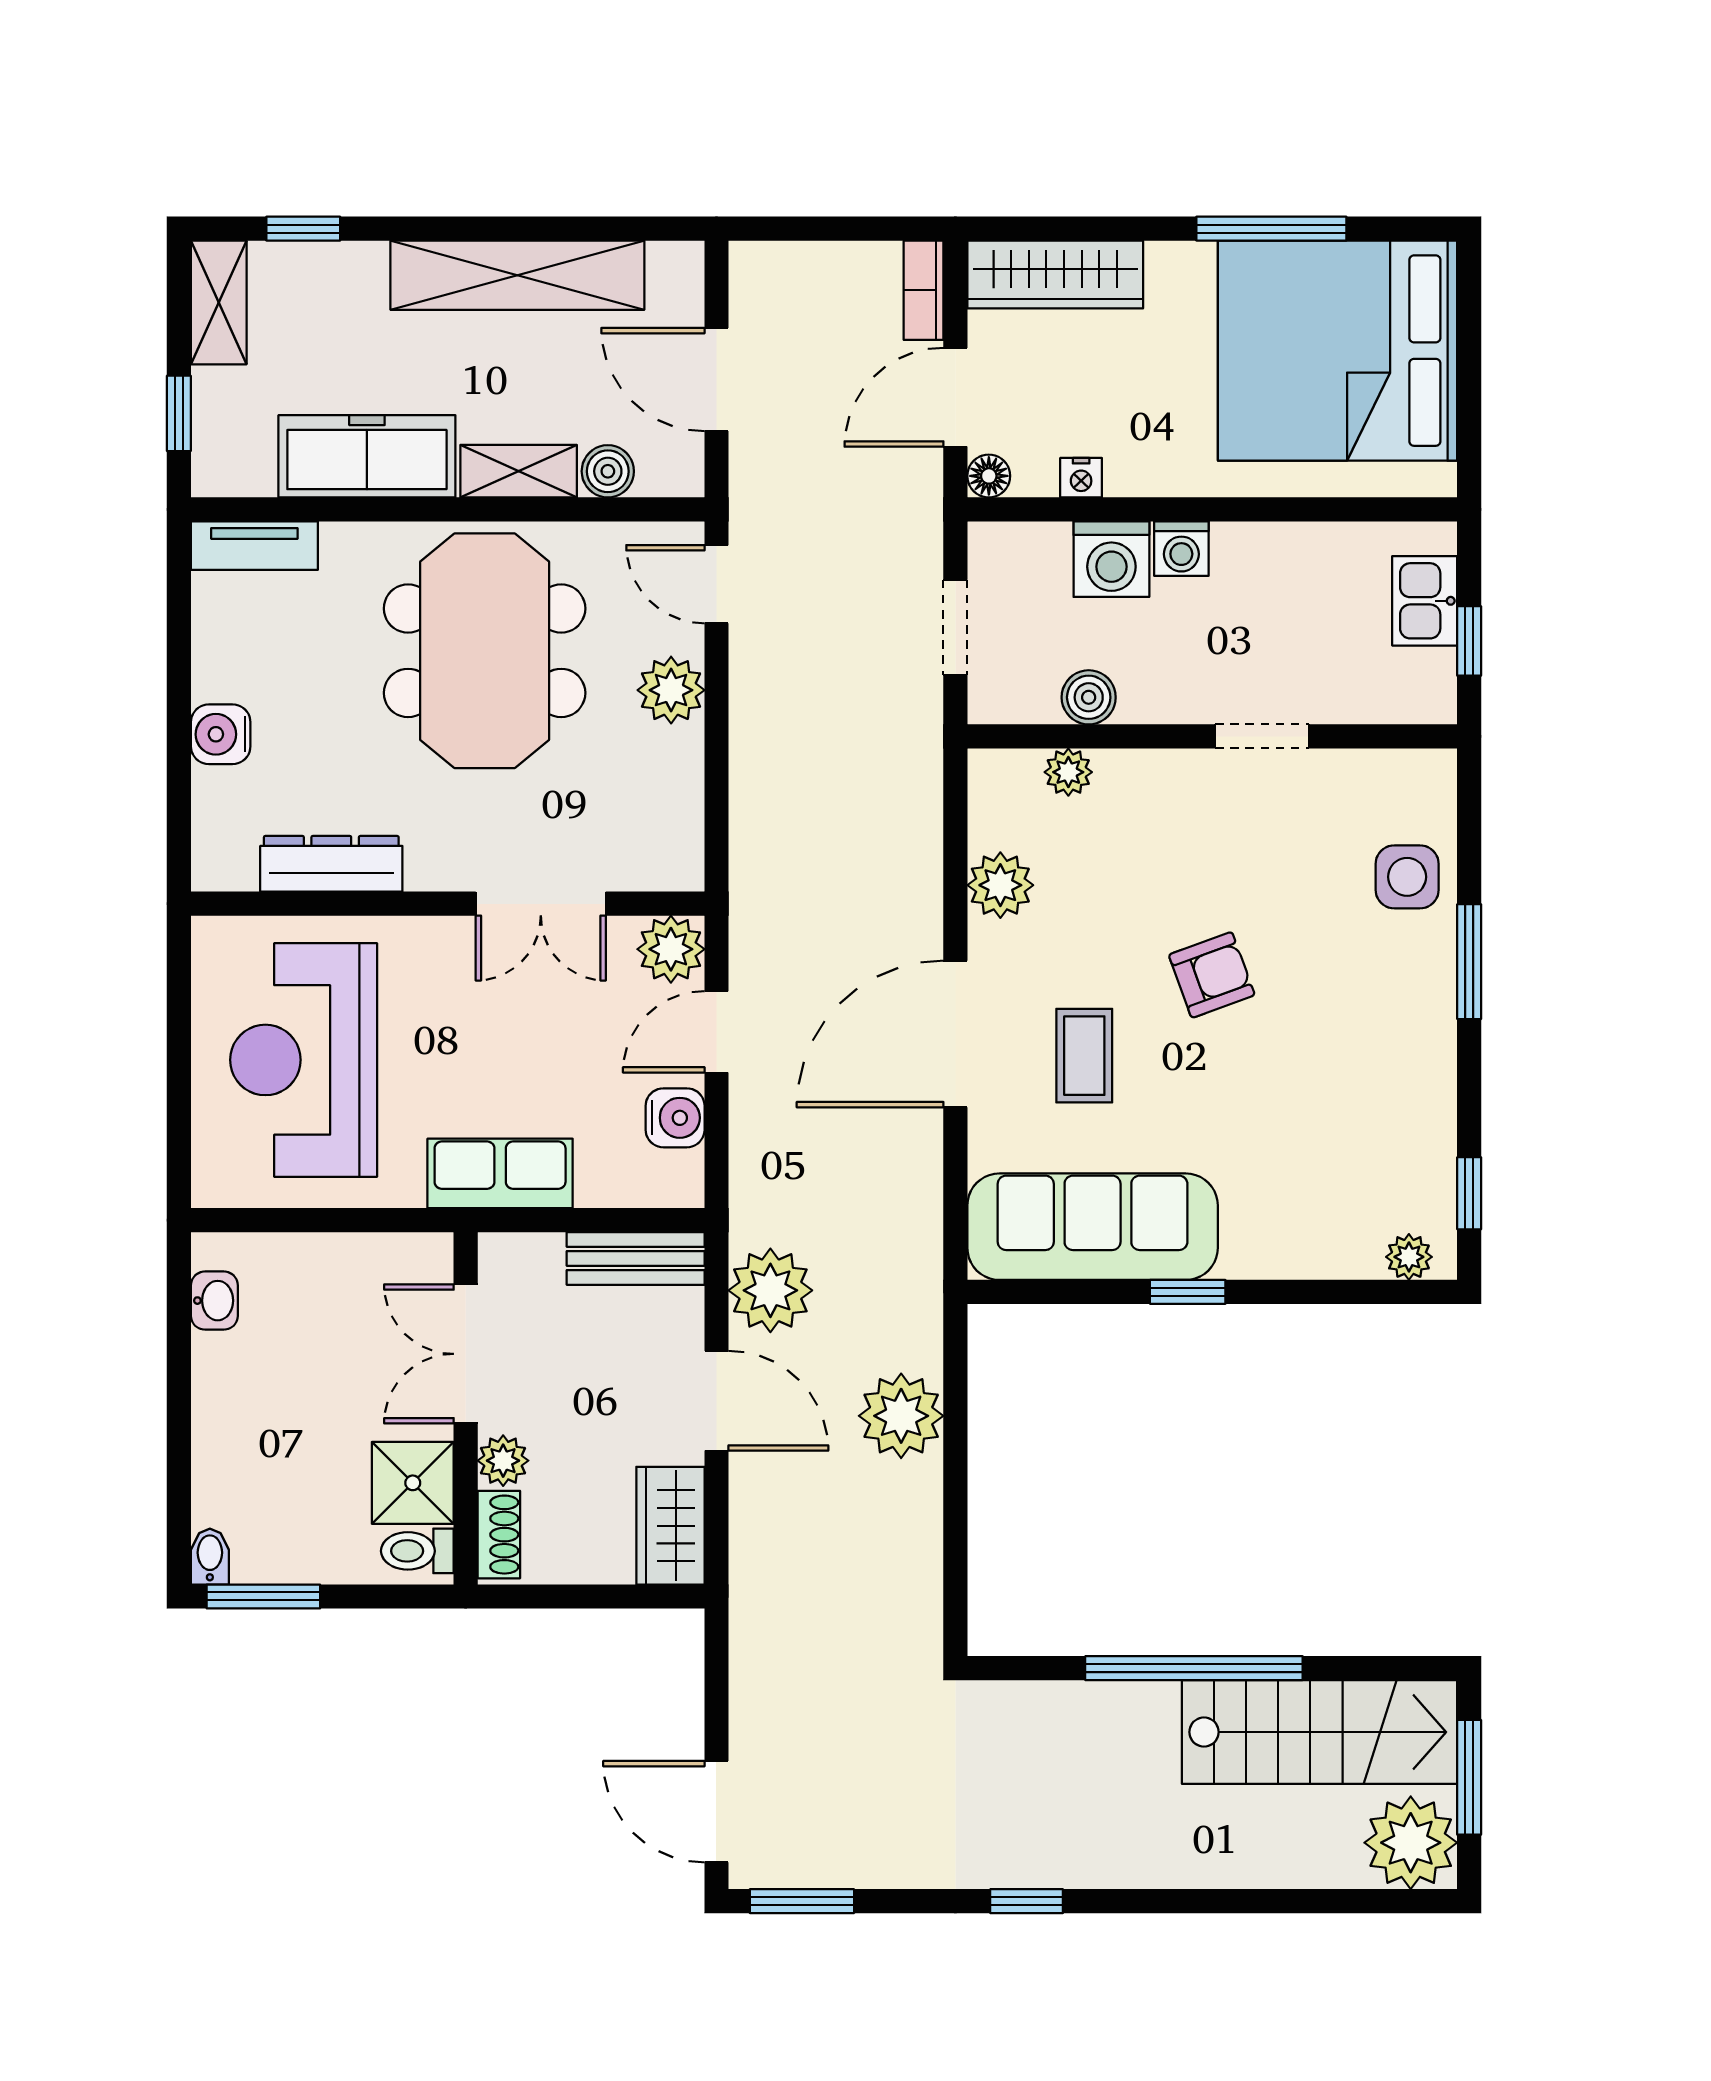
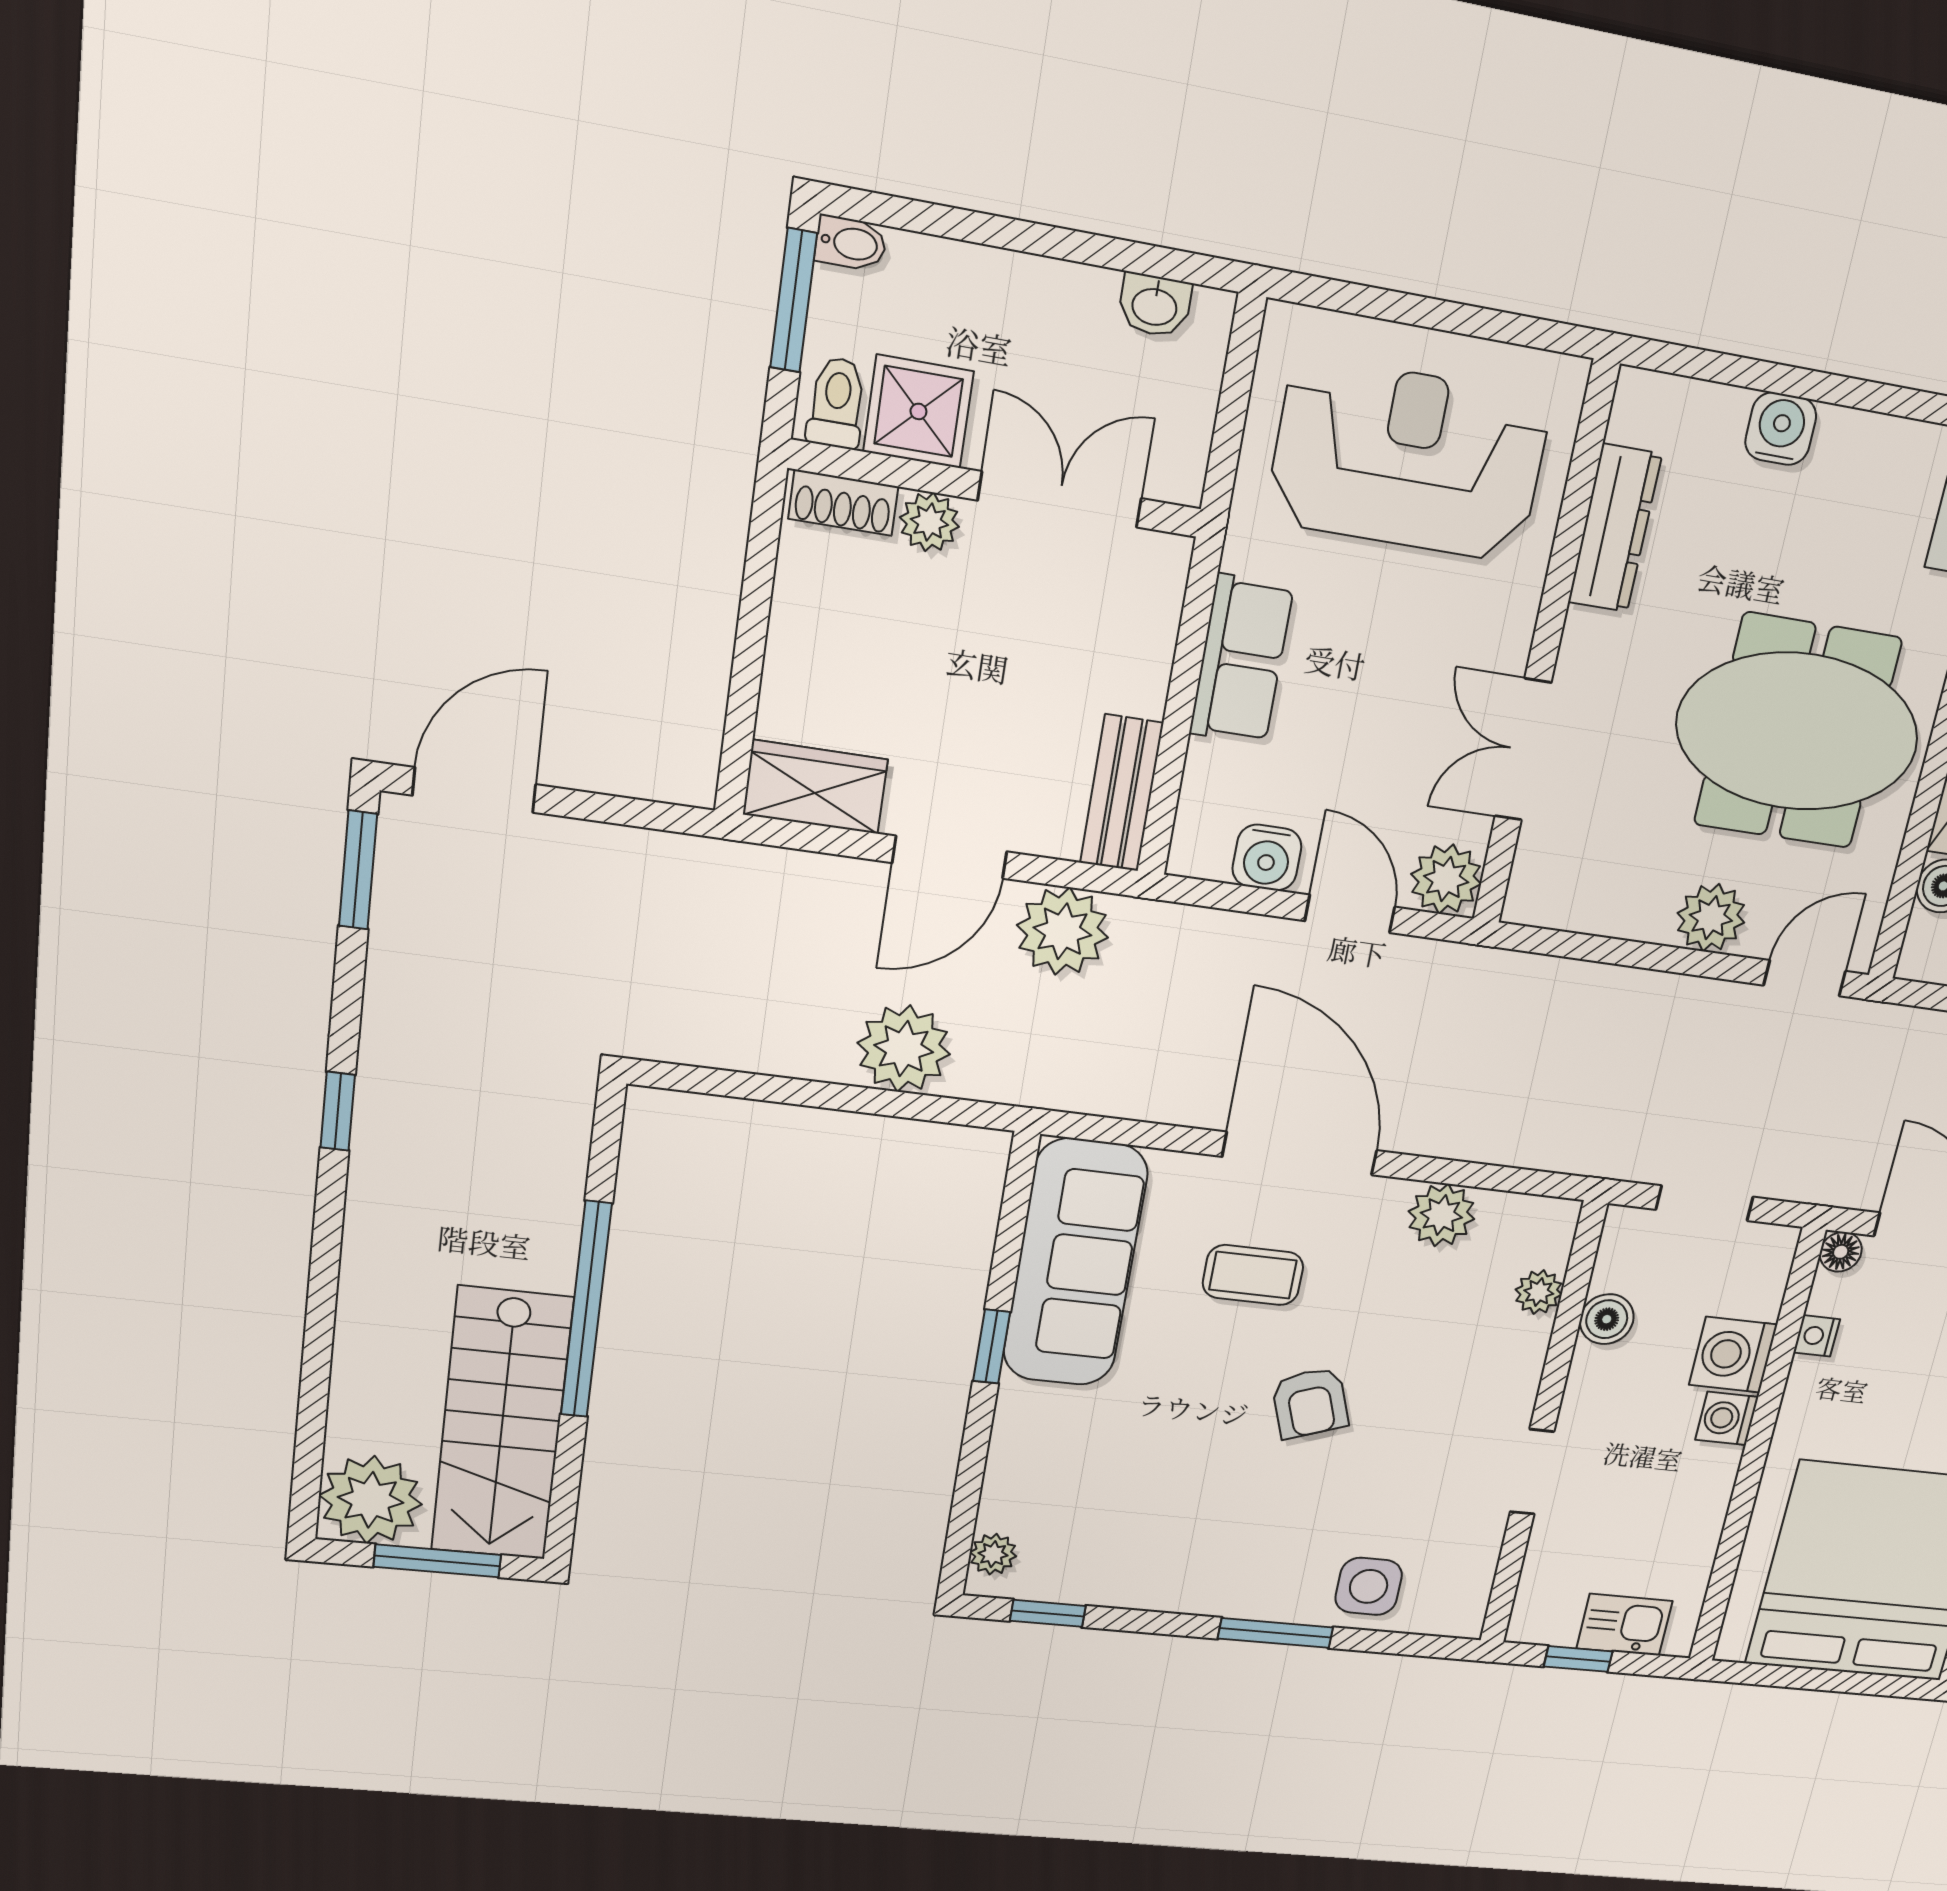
double door: (466, 1354) -> (1060, 499), moved
wall: (466, 1408) -> (997, 489), moved
plant: (503, 1461) -> (929, 522), moved
shower: (413, 1483) -> (918, 411), moved
shoe rack: (499, 1535) -> (843, 503), moved
toilet: (417, 1551) -> (837, 403), moved

